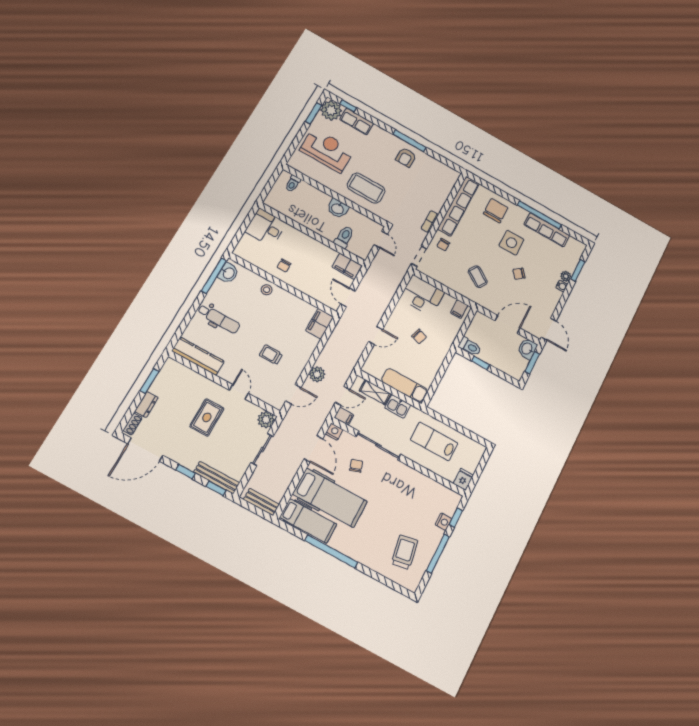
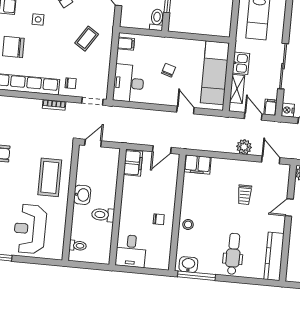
toilet: (344, 237) -> (103, 215), moved
side table: (512, 243) -> (38, 19), width x0.54, depth x0.54
exam couch: (405, 385) -> (215, 73), width x1.36, depth x1.45

